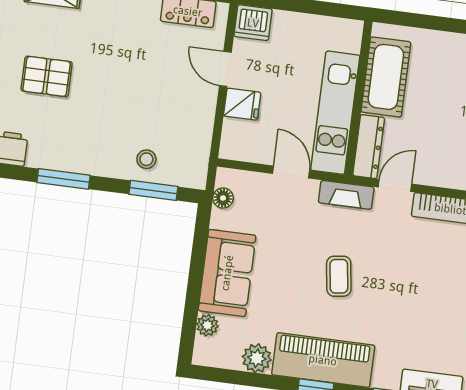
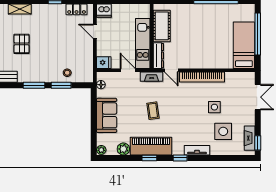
pallet: (47, 76) -> (22, 44), turned 90
fridge: (242, 104) -> (104, 63), moved
door: (395, 185) -> (171, 70), swing flipped
window: (153, 190) -> (61, 85), moved
plant: (207, 325) -> (101, 150), moved

